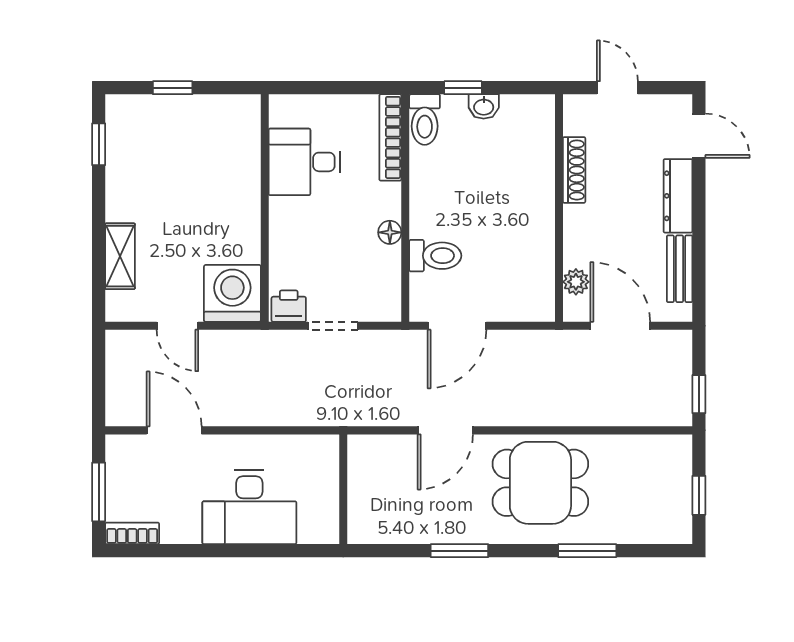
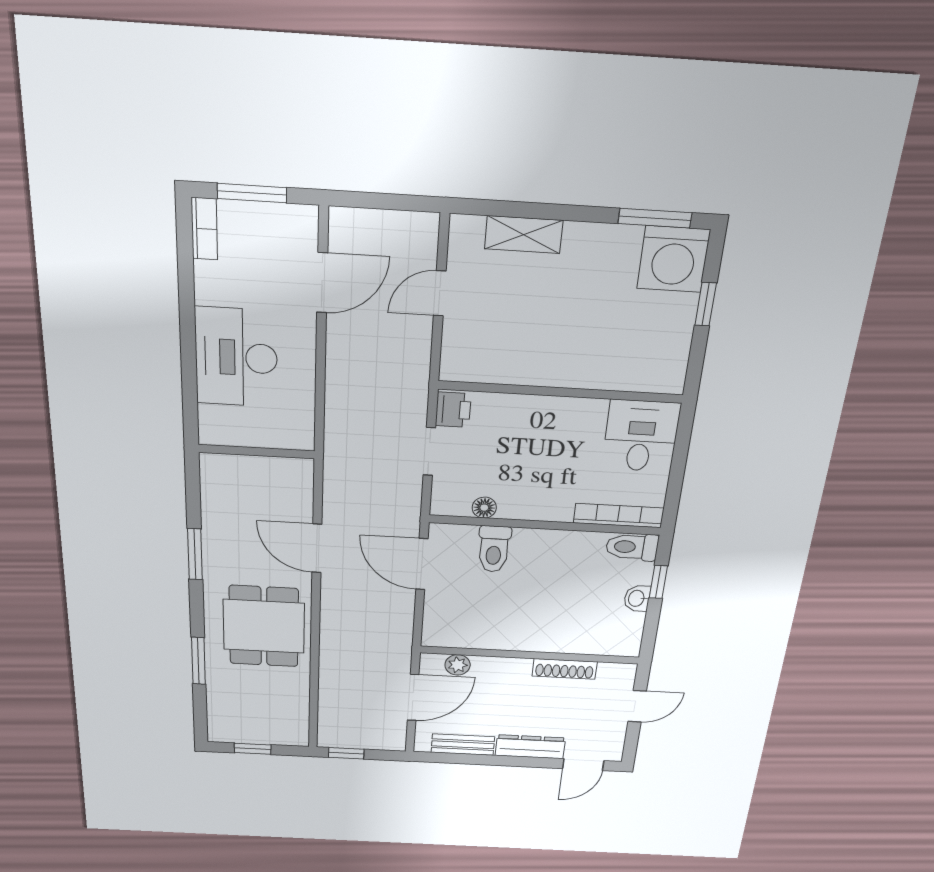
window: (99, 144) -> (655, 218), width x1.50
desk: (305, 162) -> (641, 436), moved
floor lamp: (390, 232) -> (484, 508), moved
washing machine: (232, 293) -> (673, 259), moved, turned 90

